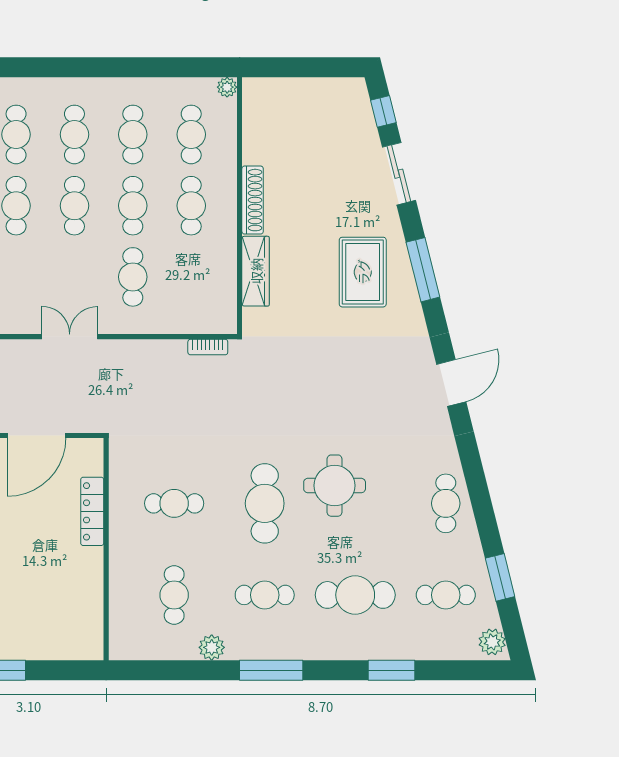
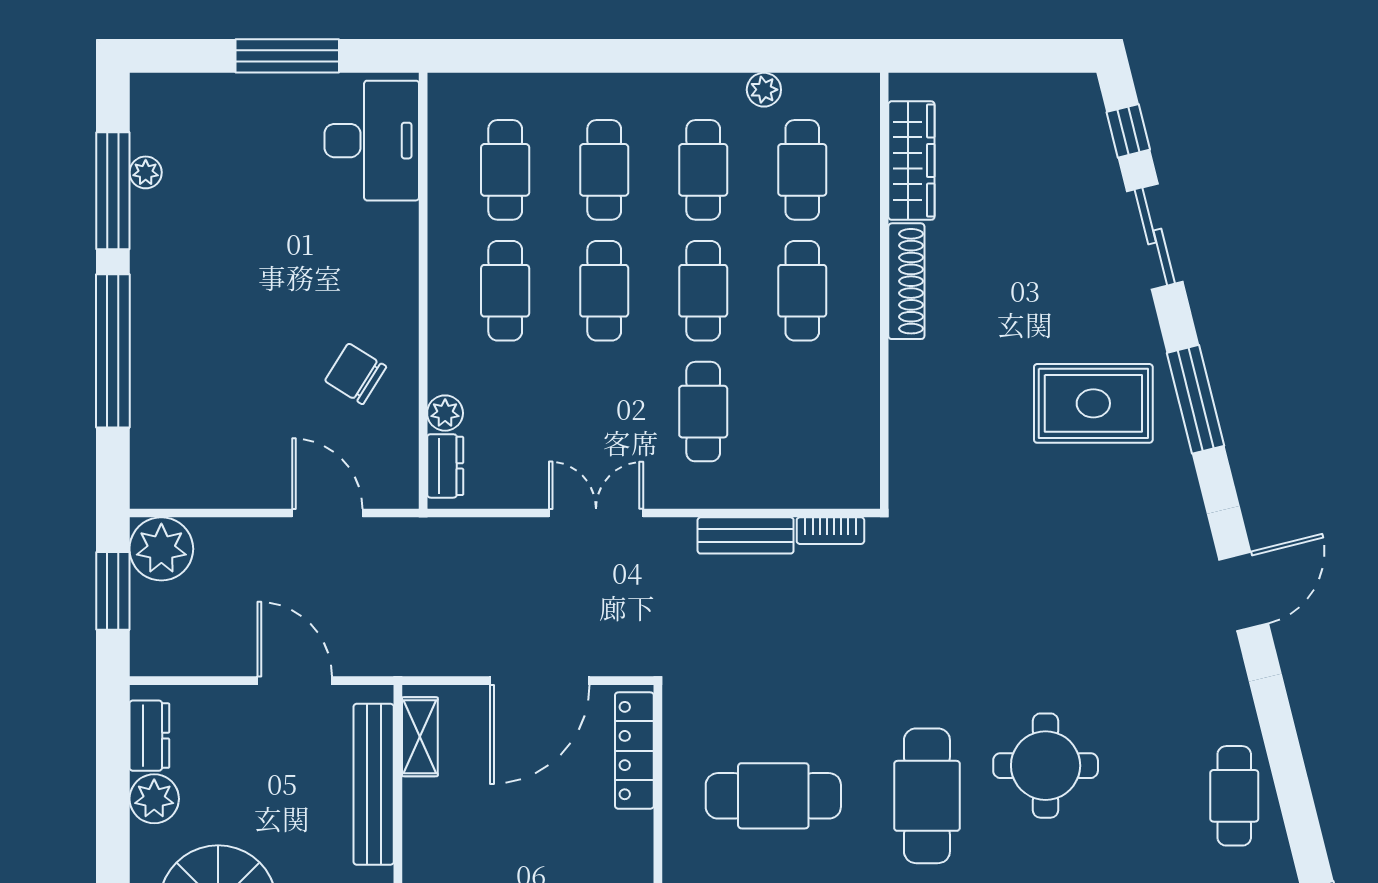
plant: (227, 87) -> (764, 90), moved
wardrobe: (256, 271) -> (911, 161), moved
rug: (363, 272) -> (1093, 403), turned 90
bench: (158, 350) -> (746, 535), added
cafe table: (174, 503) -> (773, 796), width x1.37, depth x1.35
locker: (92, 511) -> (634, 751), moved

